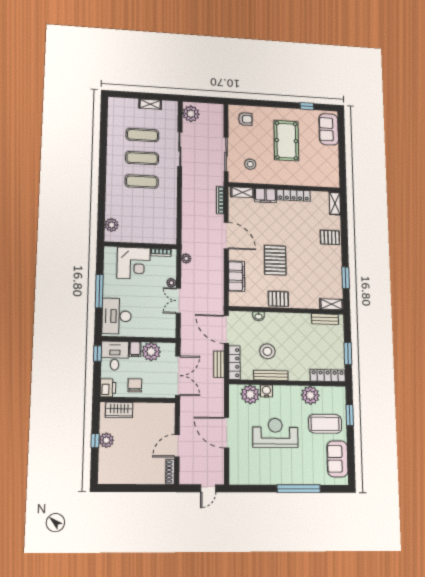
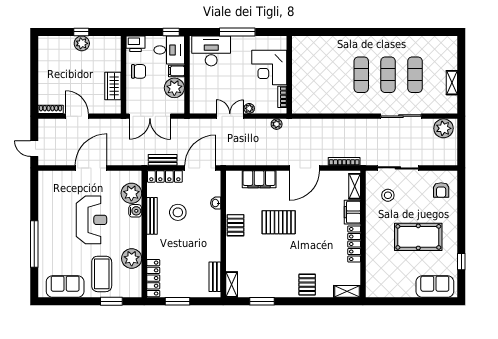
plant: (112, 225) -> (311, 43), removed
wardrobe: (119, 410) -> (113, 86), moved

